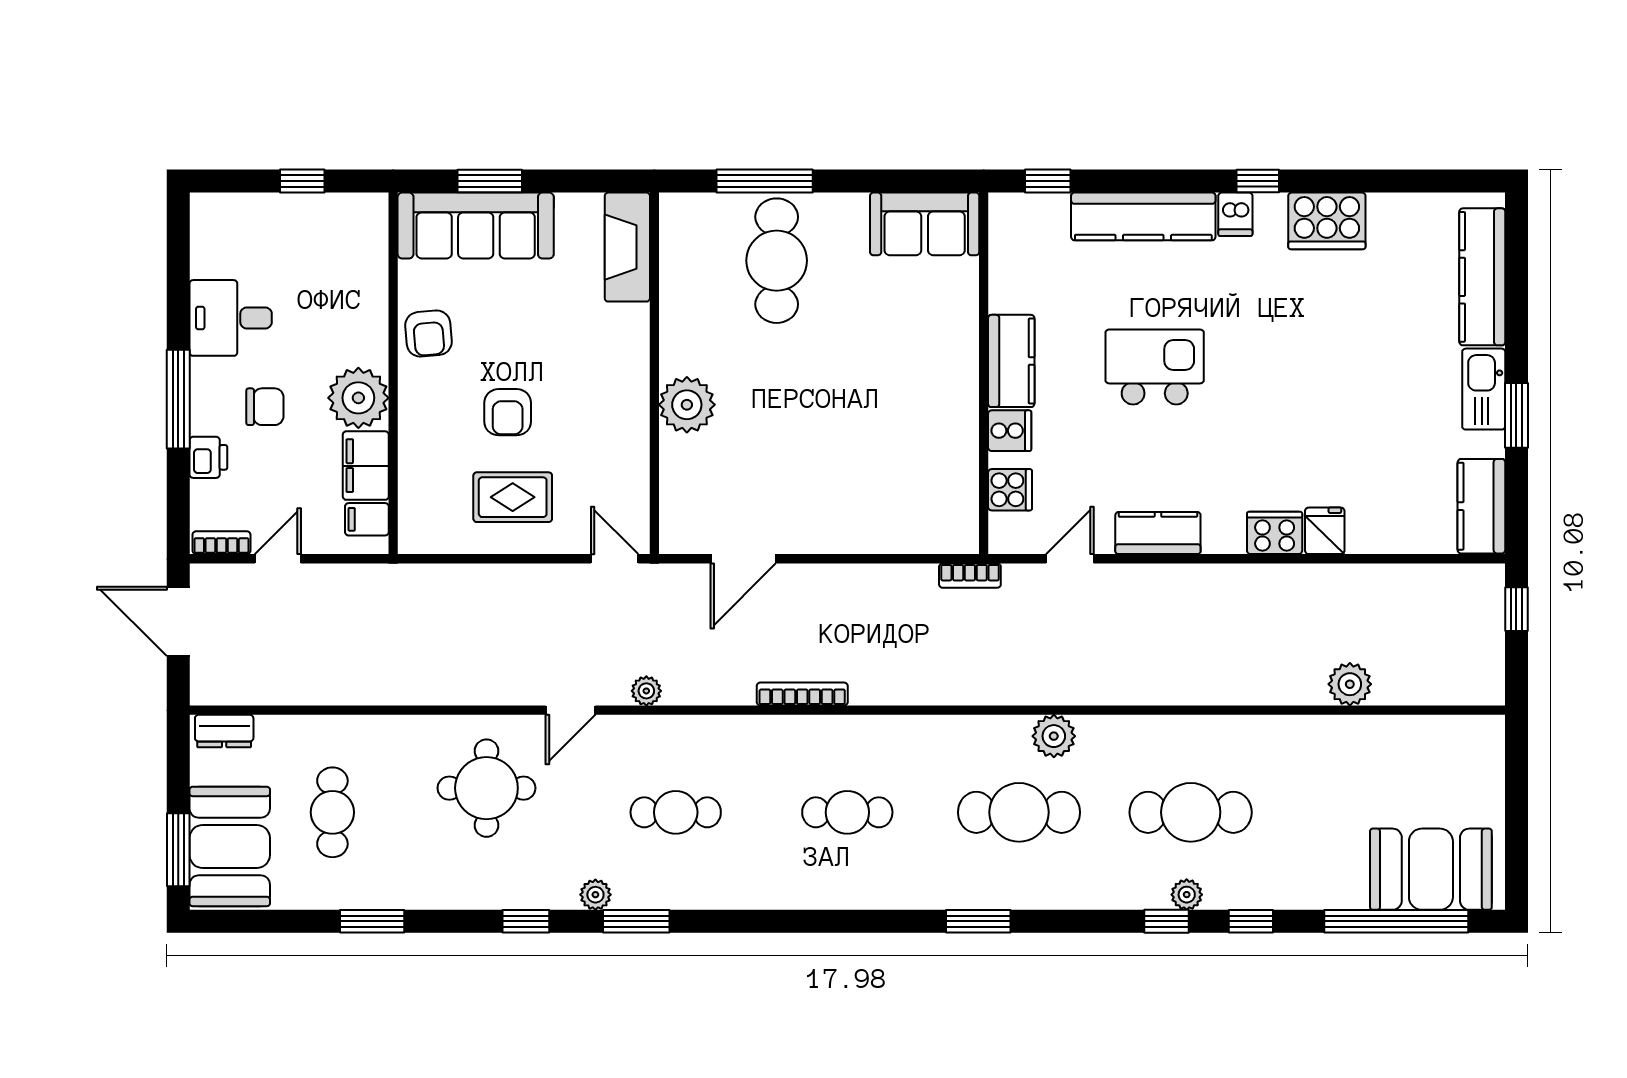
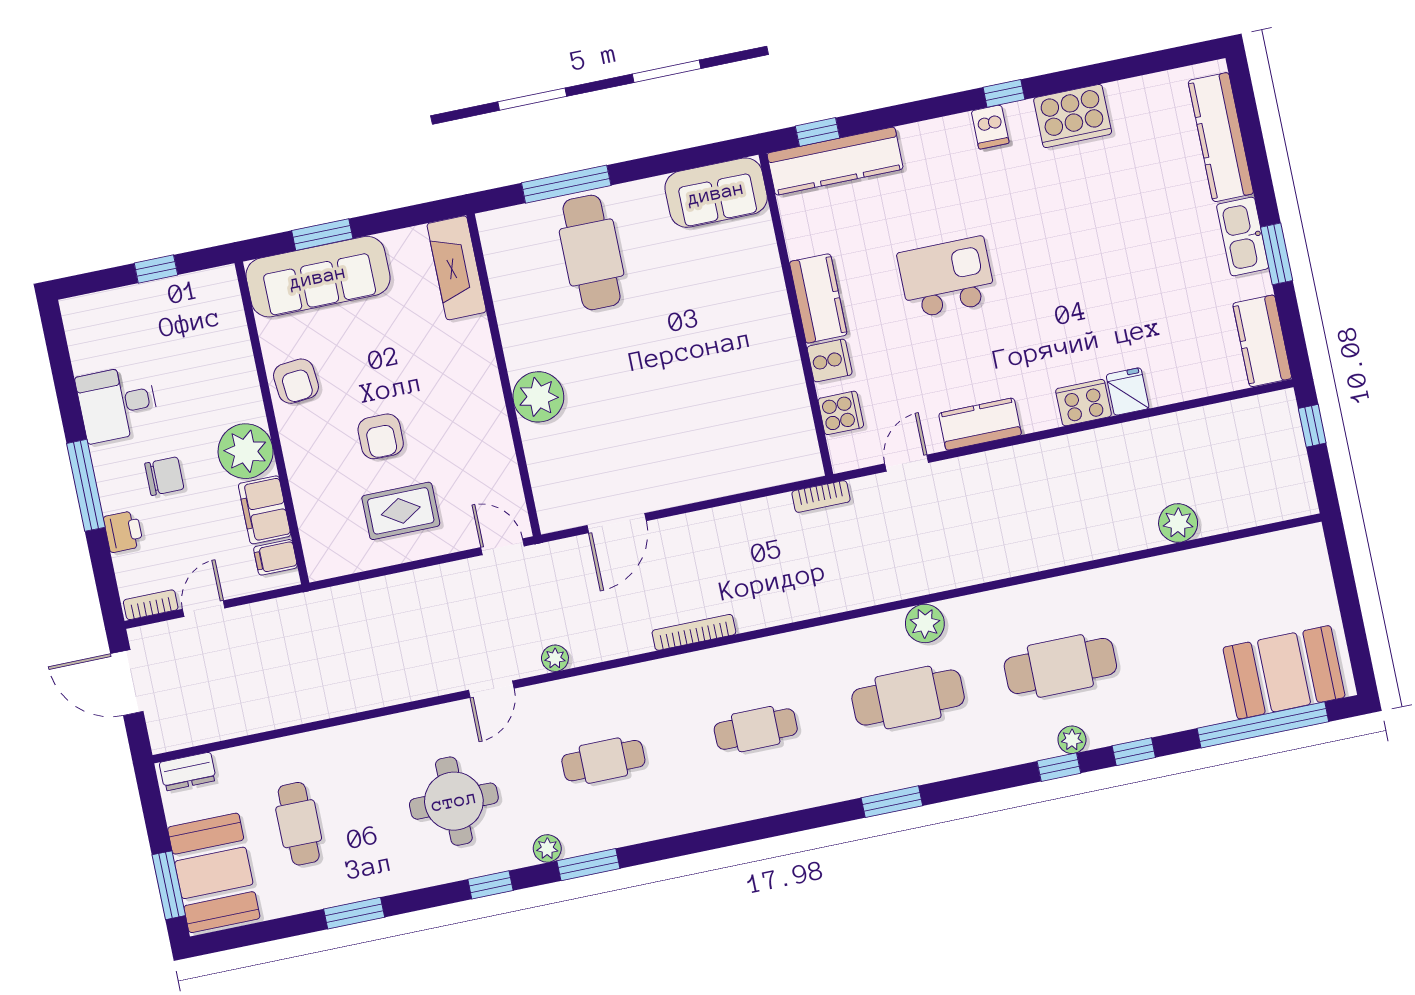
kitchen counter: (1143, 216) -> (835, 161), moved
round table: (486, 788) -> (454, 801), moved

